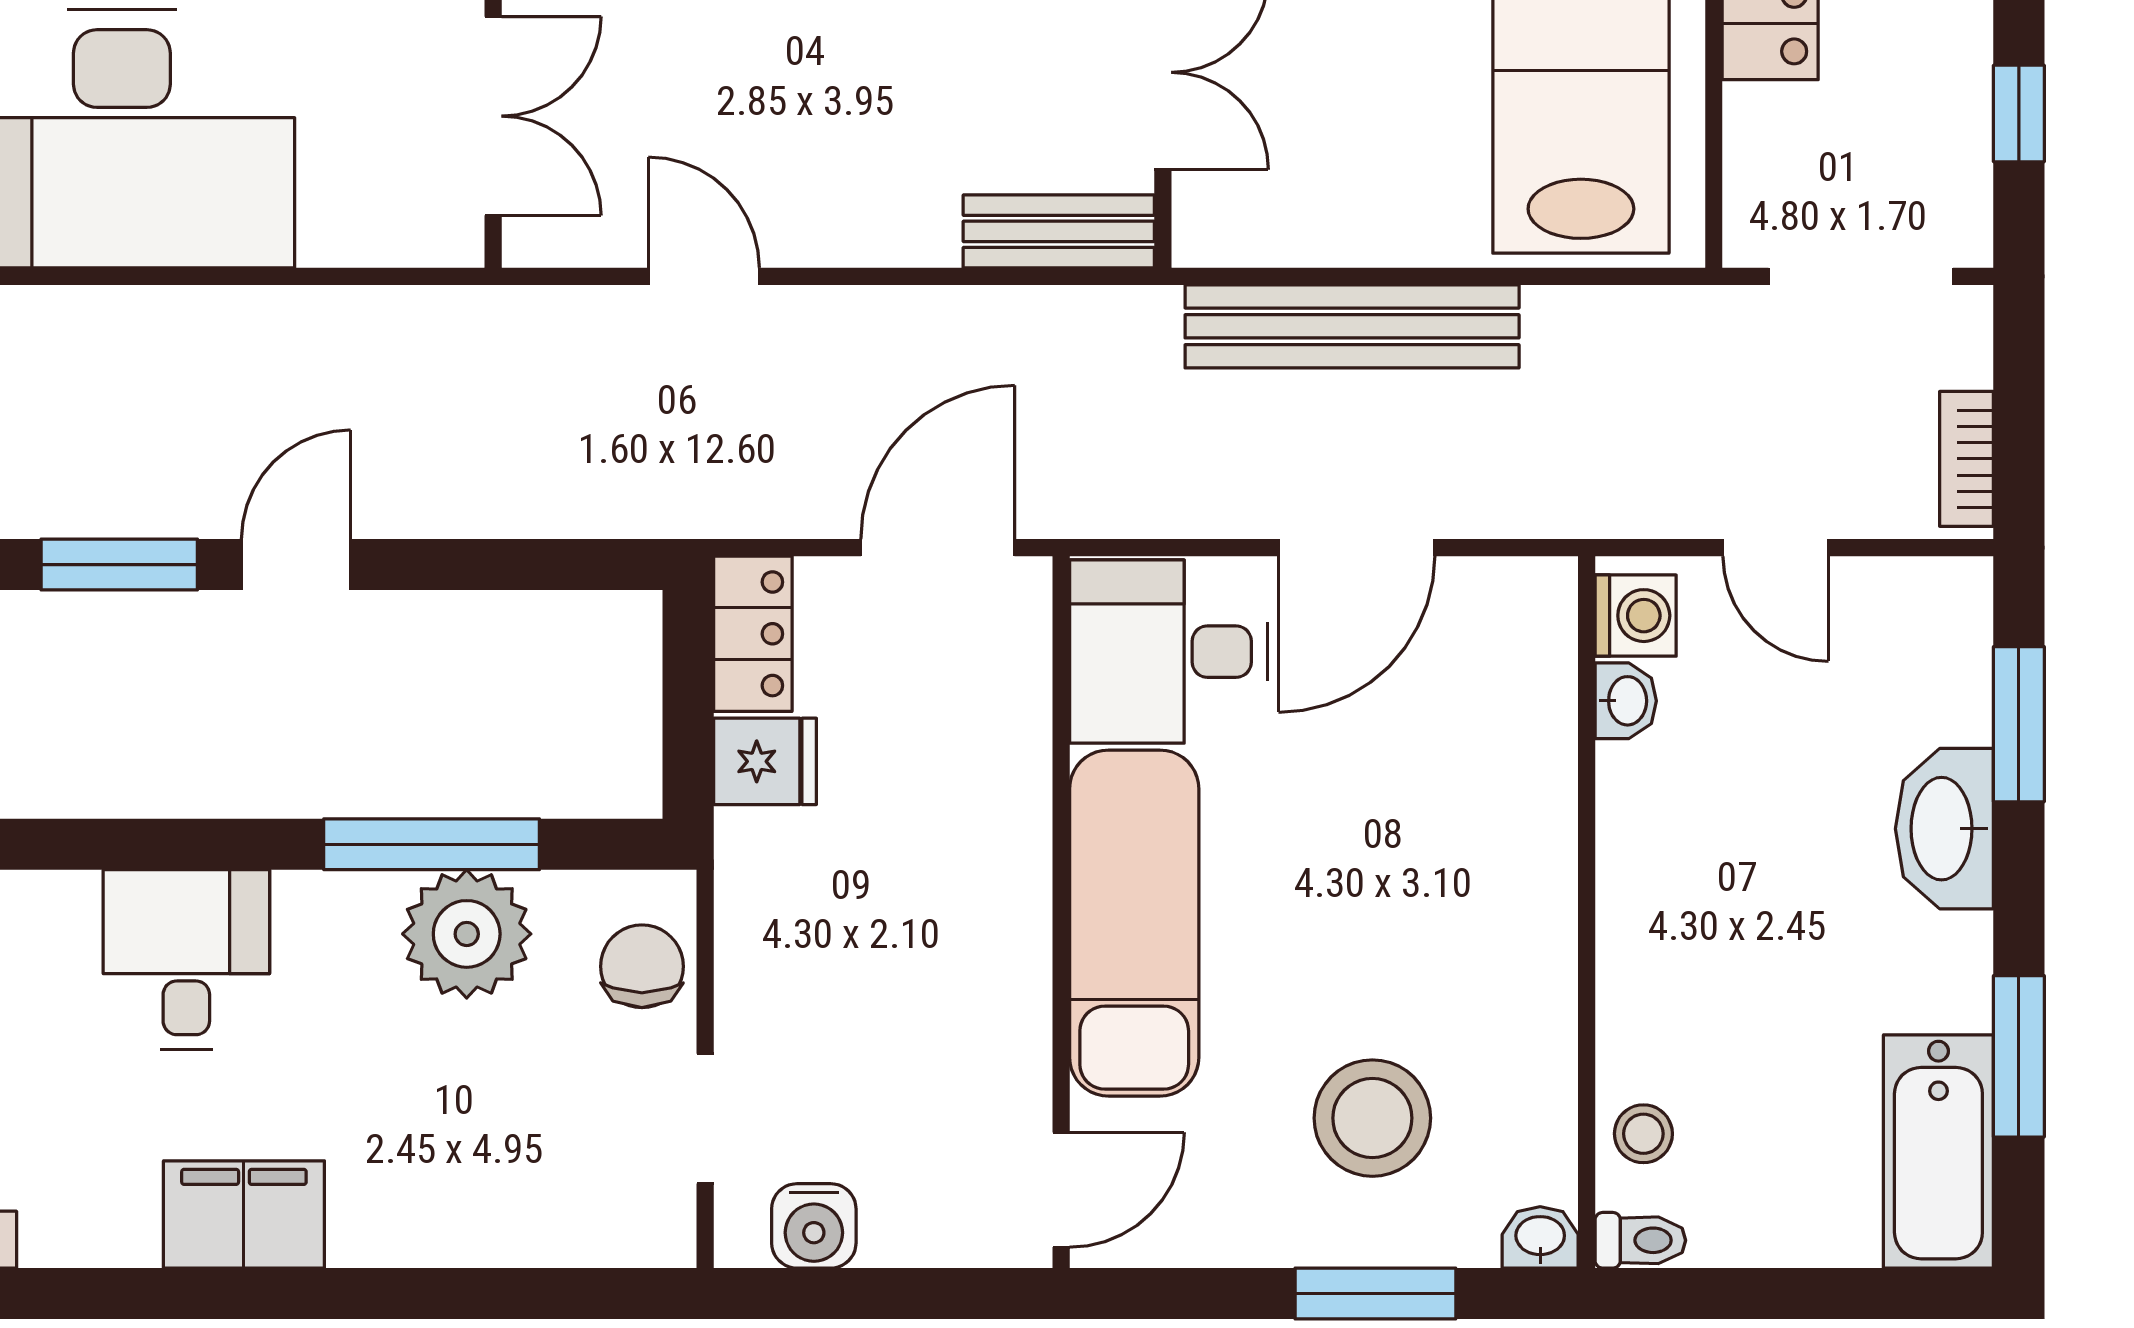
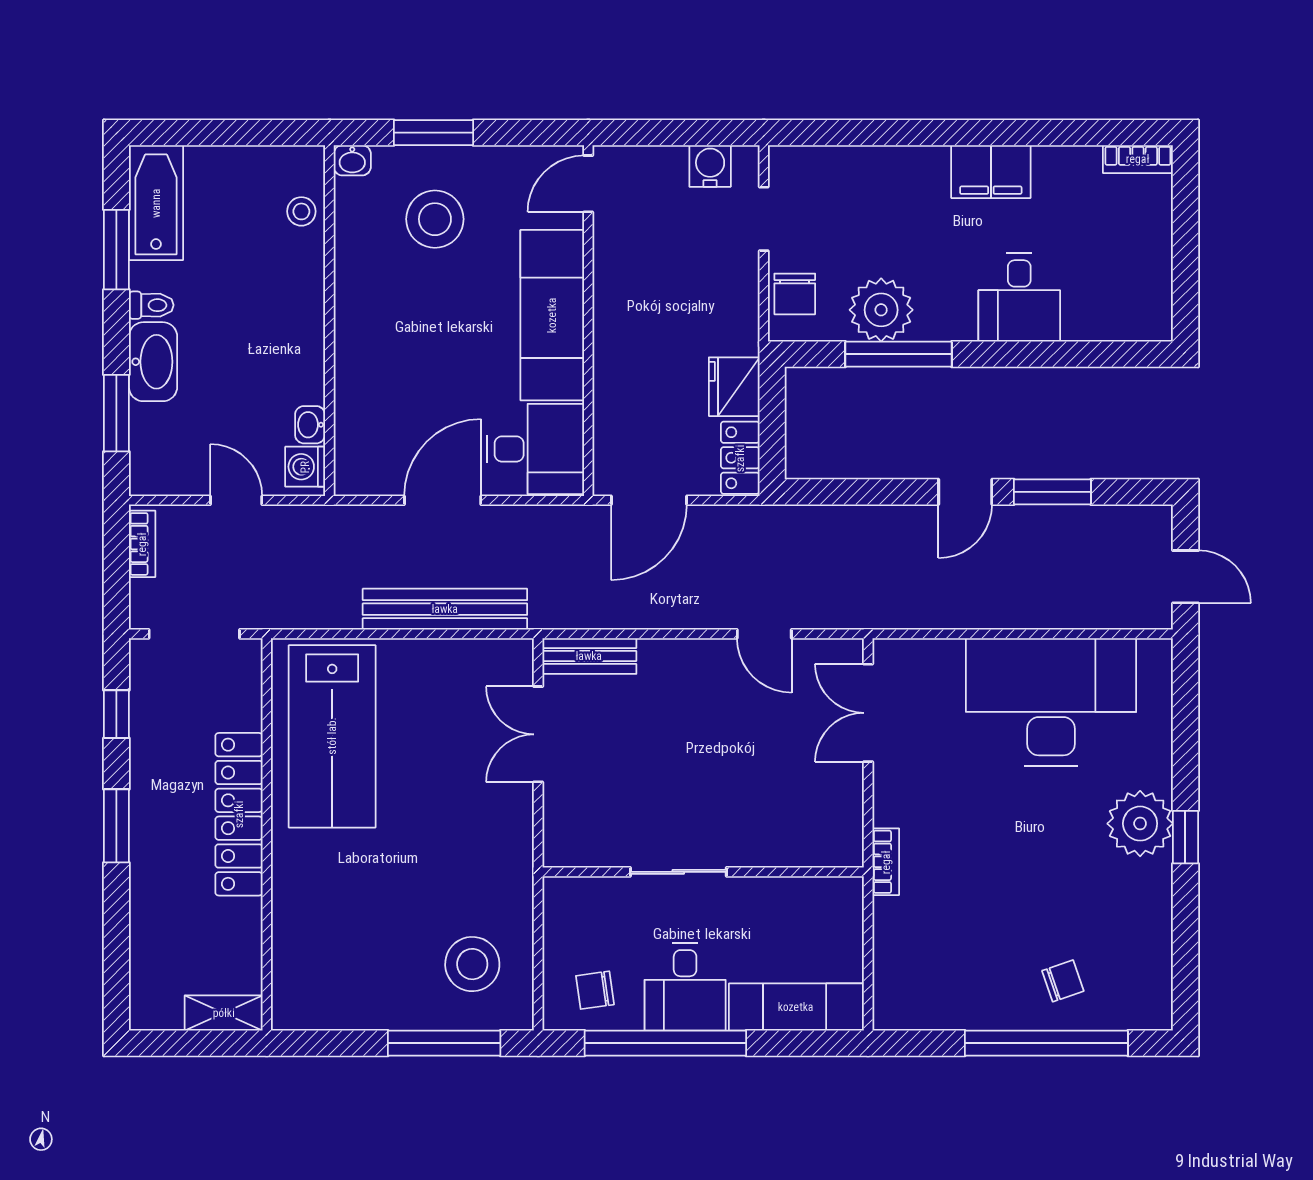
fridge: (765, 761) -> (734, 387), width x1.38
toilet: (1640, 1240) -> (151, 305), moved, turned 180

